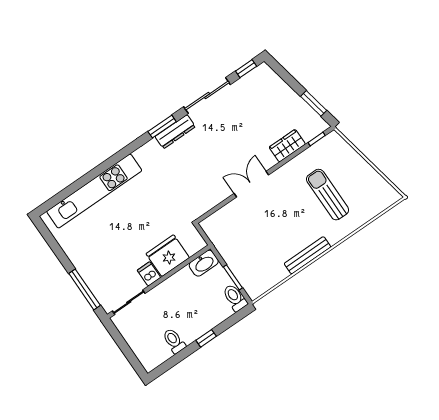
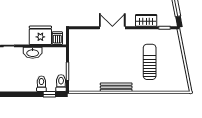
washbasin: (204, 263) -> (33, 53), moved
dishwasher: (149, 274) -> (57, 38), moved
window: (206, 338) -> (49, 94), moved
toilet: (174, 341) -> (41, 84), moved

